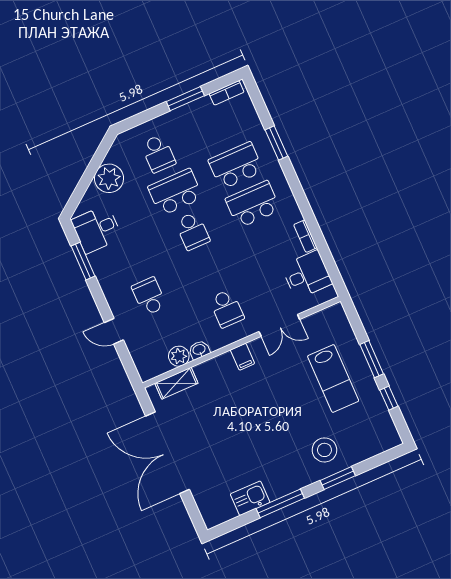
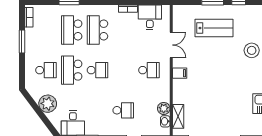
school desk: (149, 296) -> (123, 110), turned 180
washbasin: (199, 350) -> (165, 121), moved

